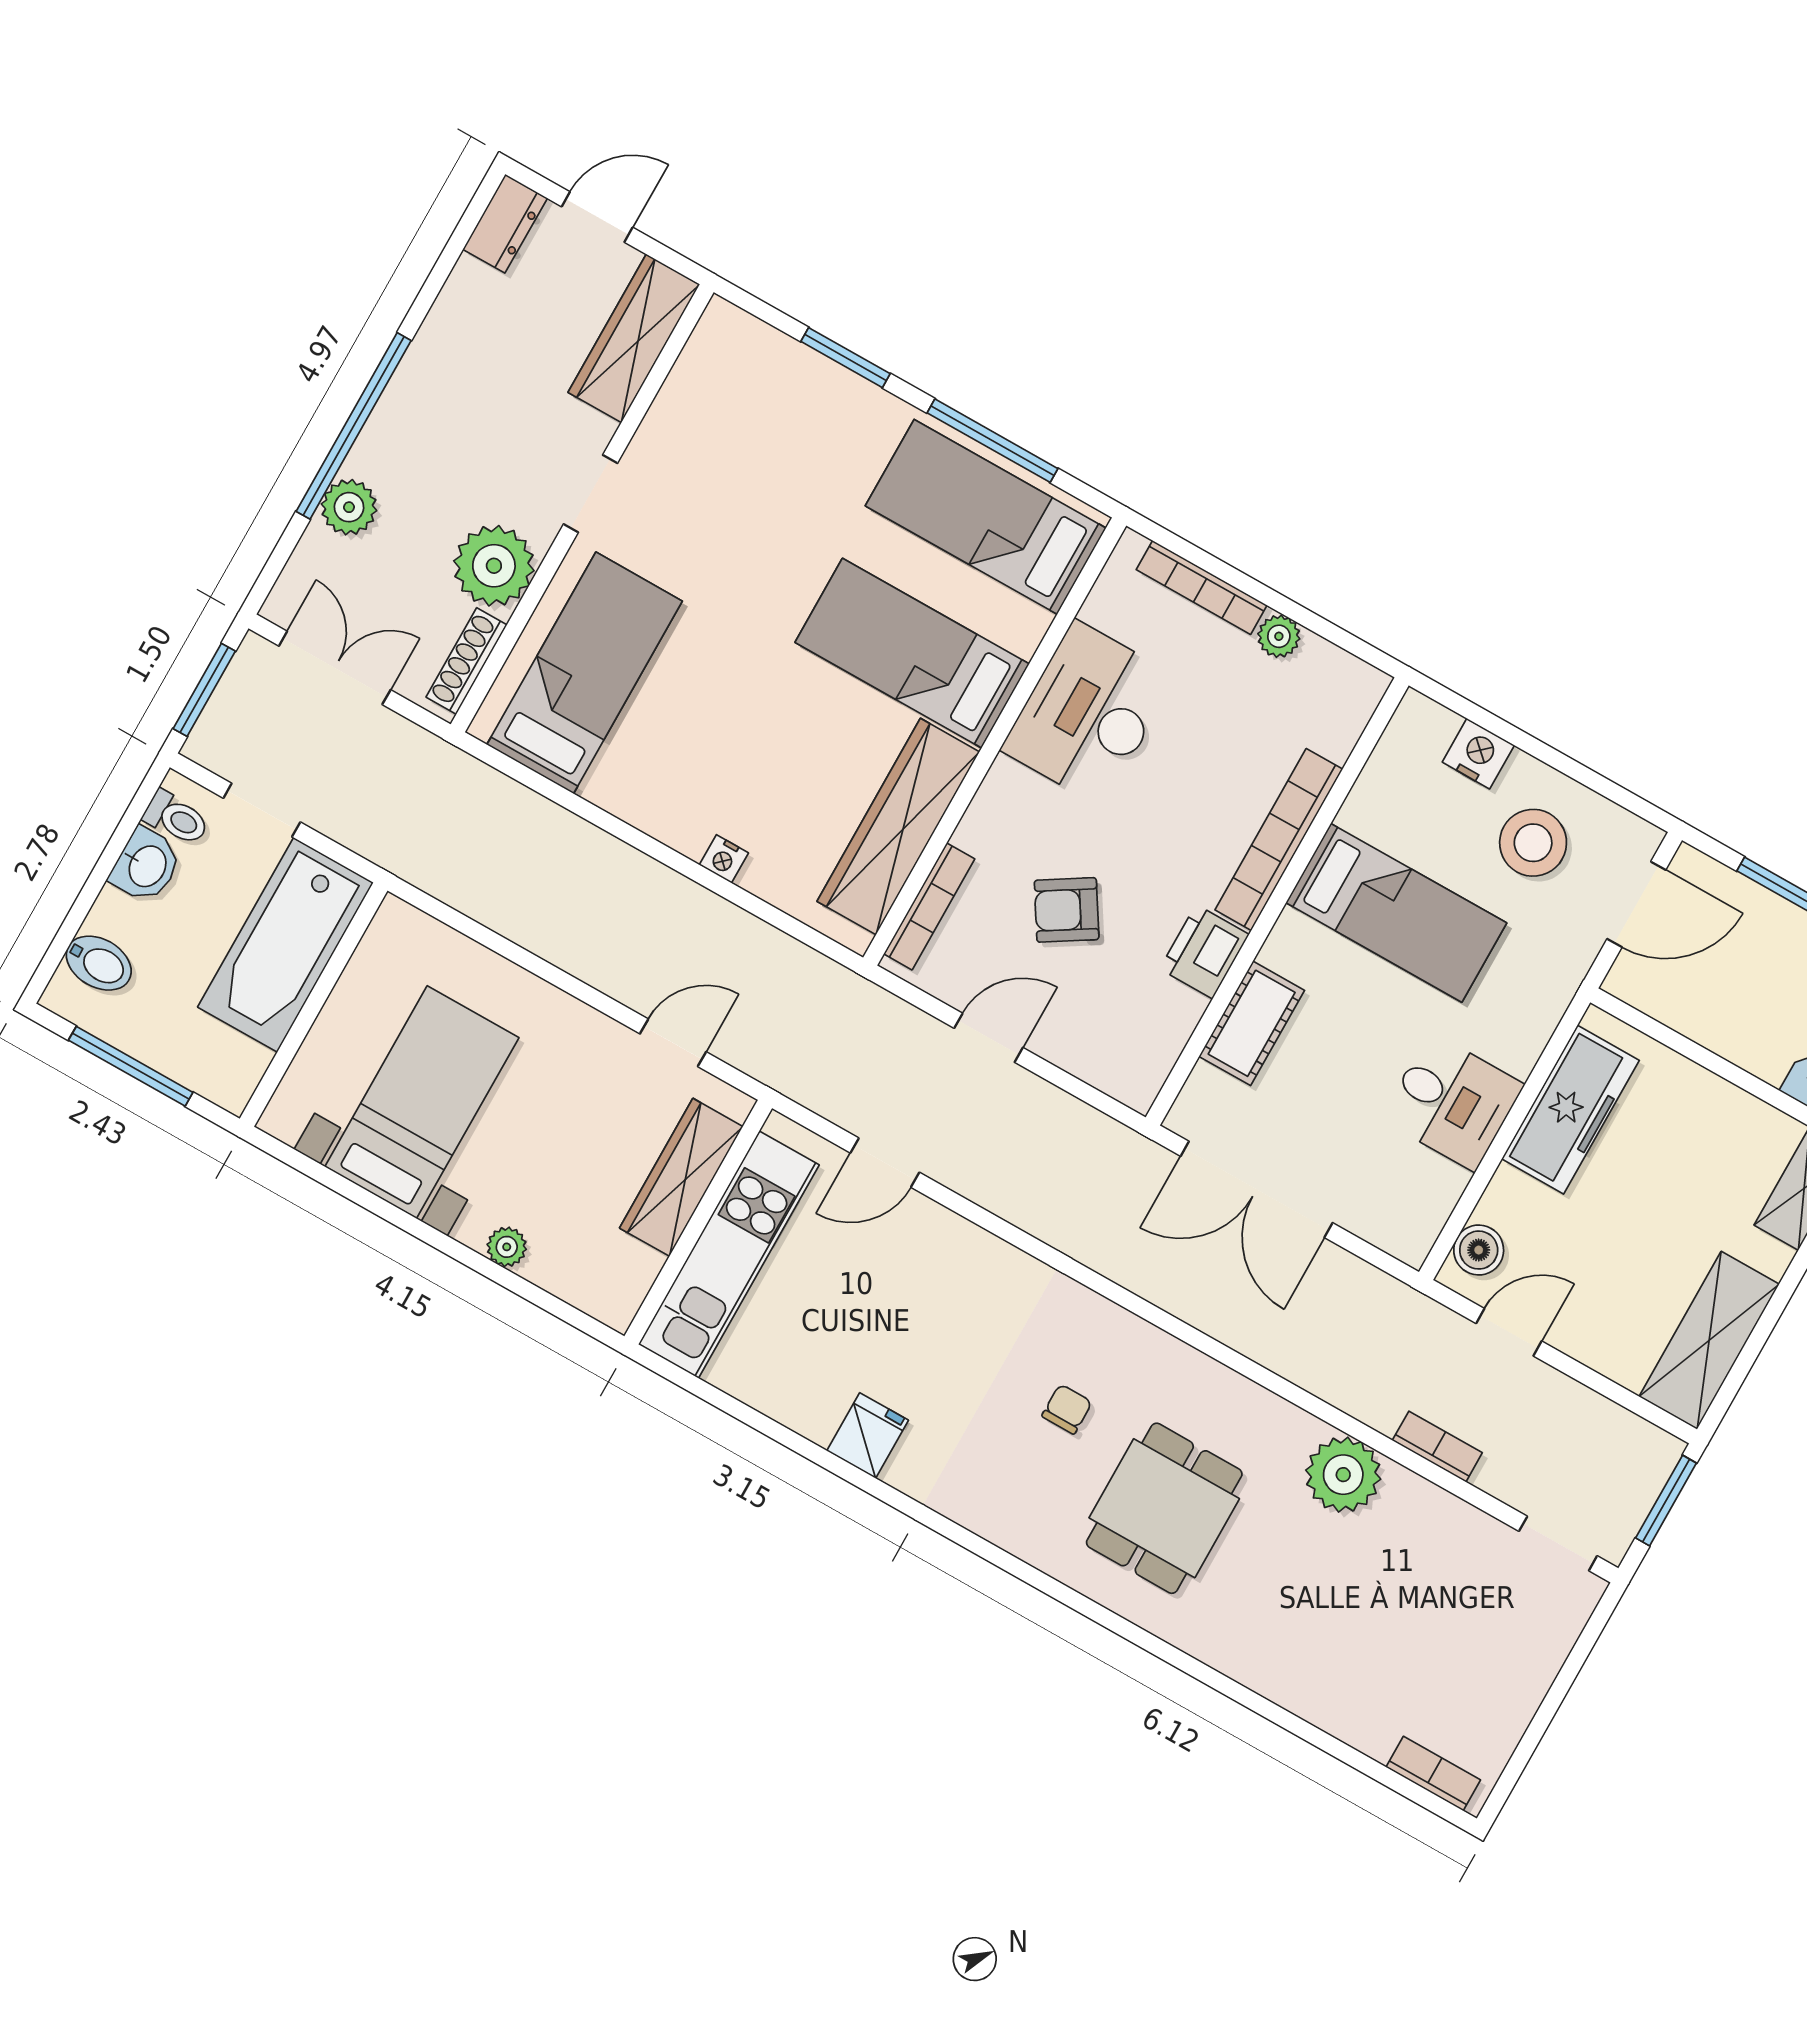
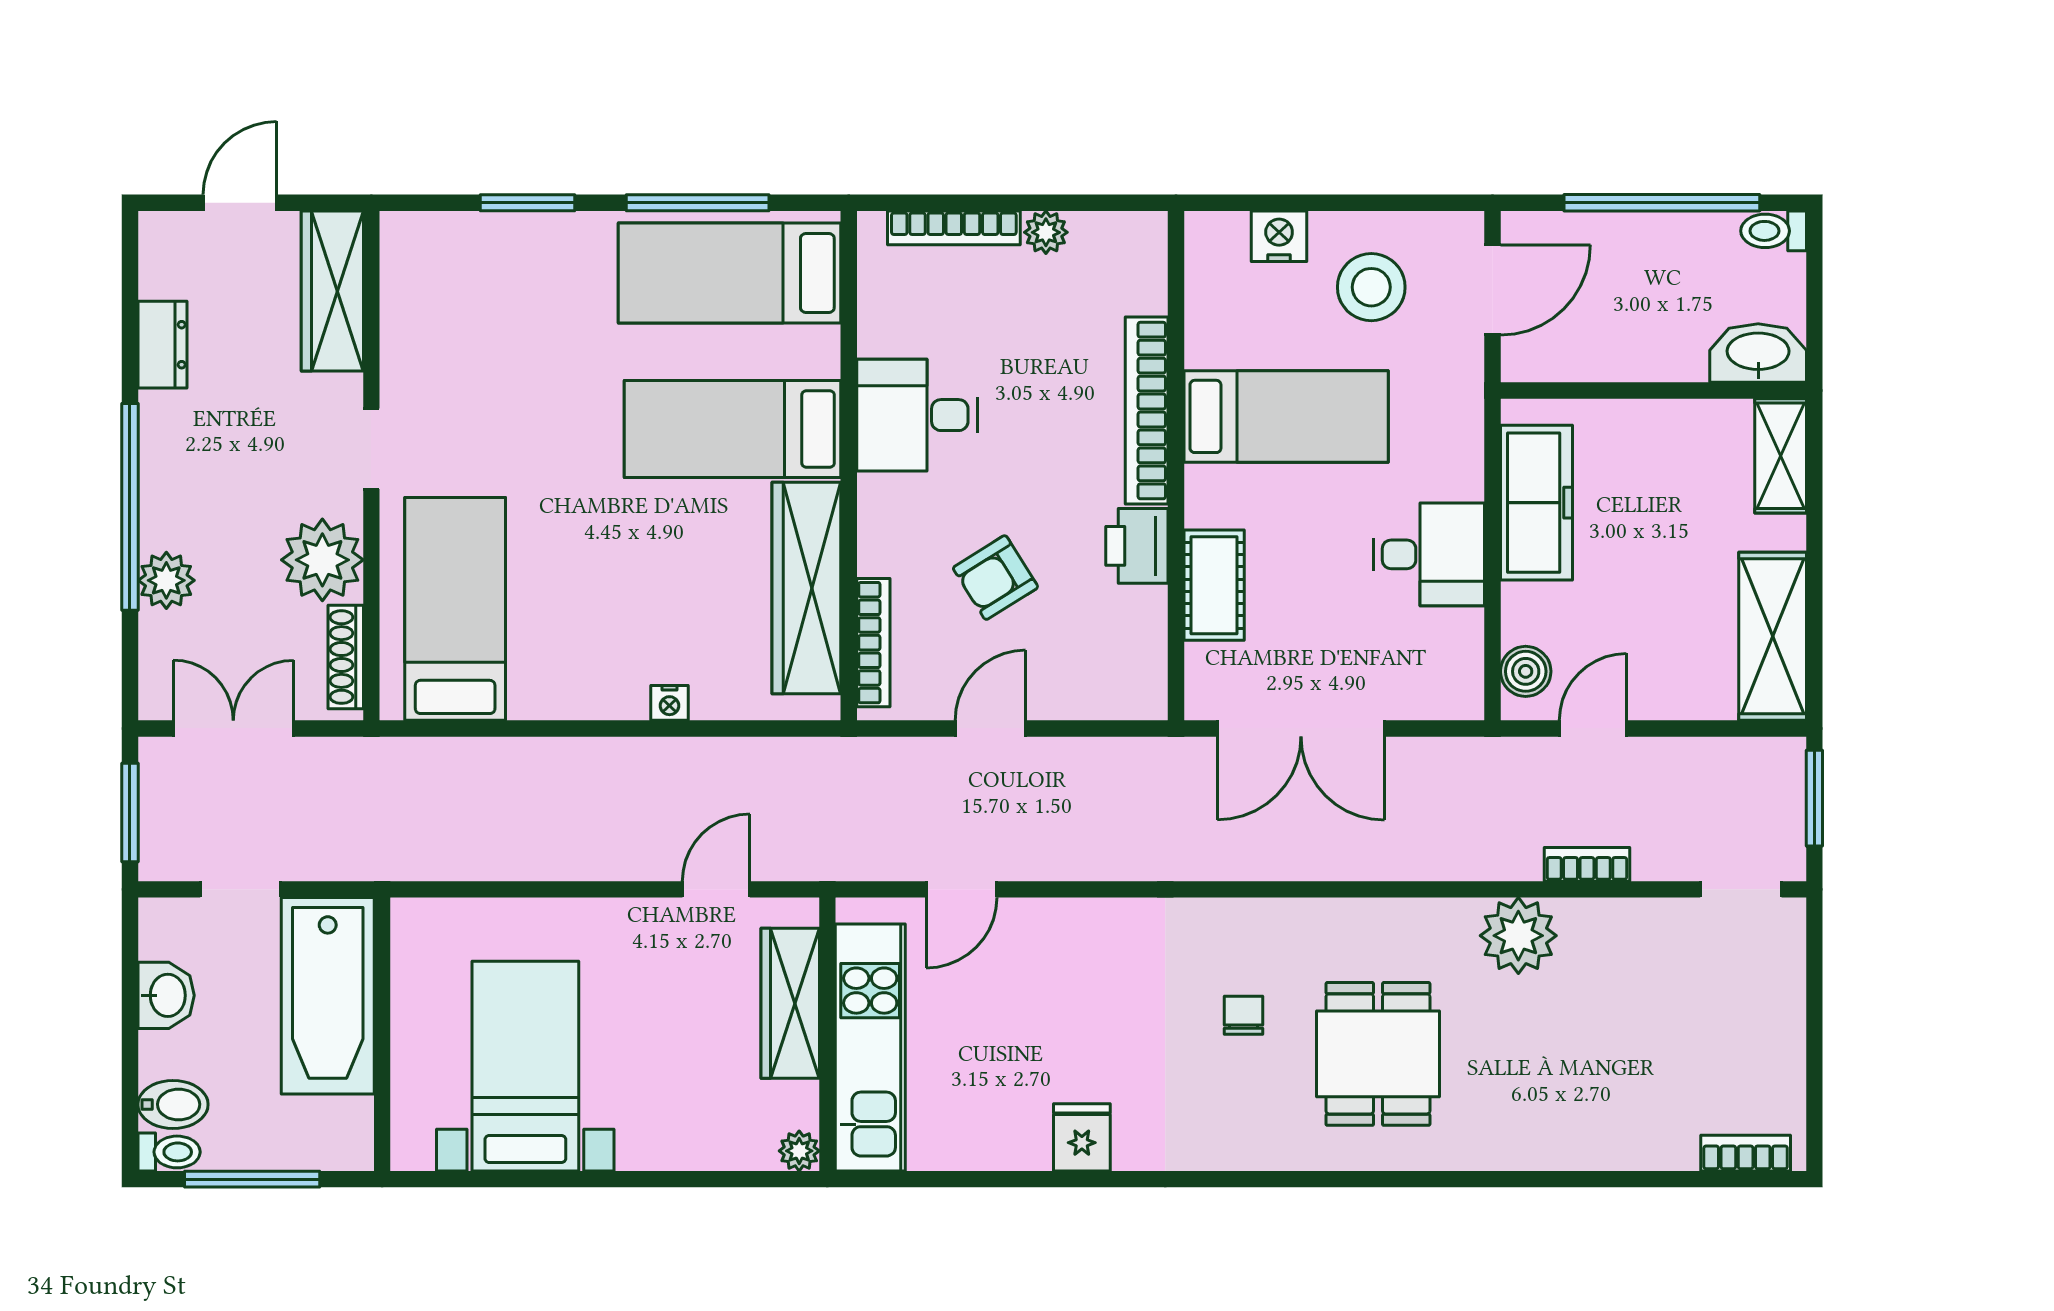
dresser: (505, 224) -> (163, 345), moved
desk: (1089, 713) -> (917, 415), width x0.73
toilet: (176, 818) -> (169, 1152), moved
plant: (507, 1247) -> (799, 1151), moved

